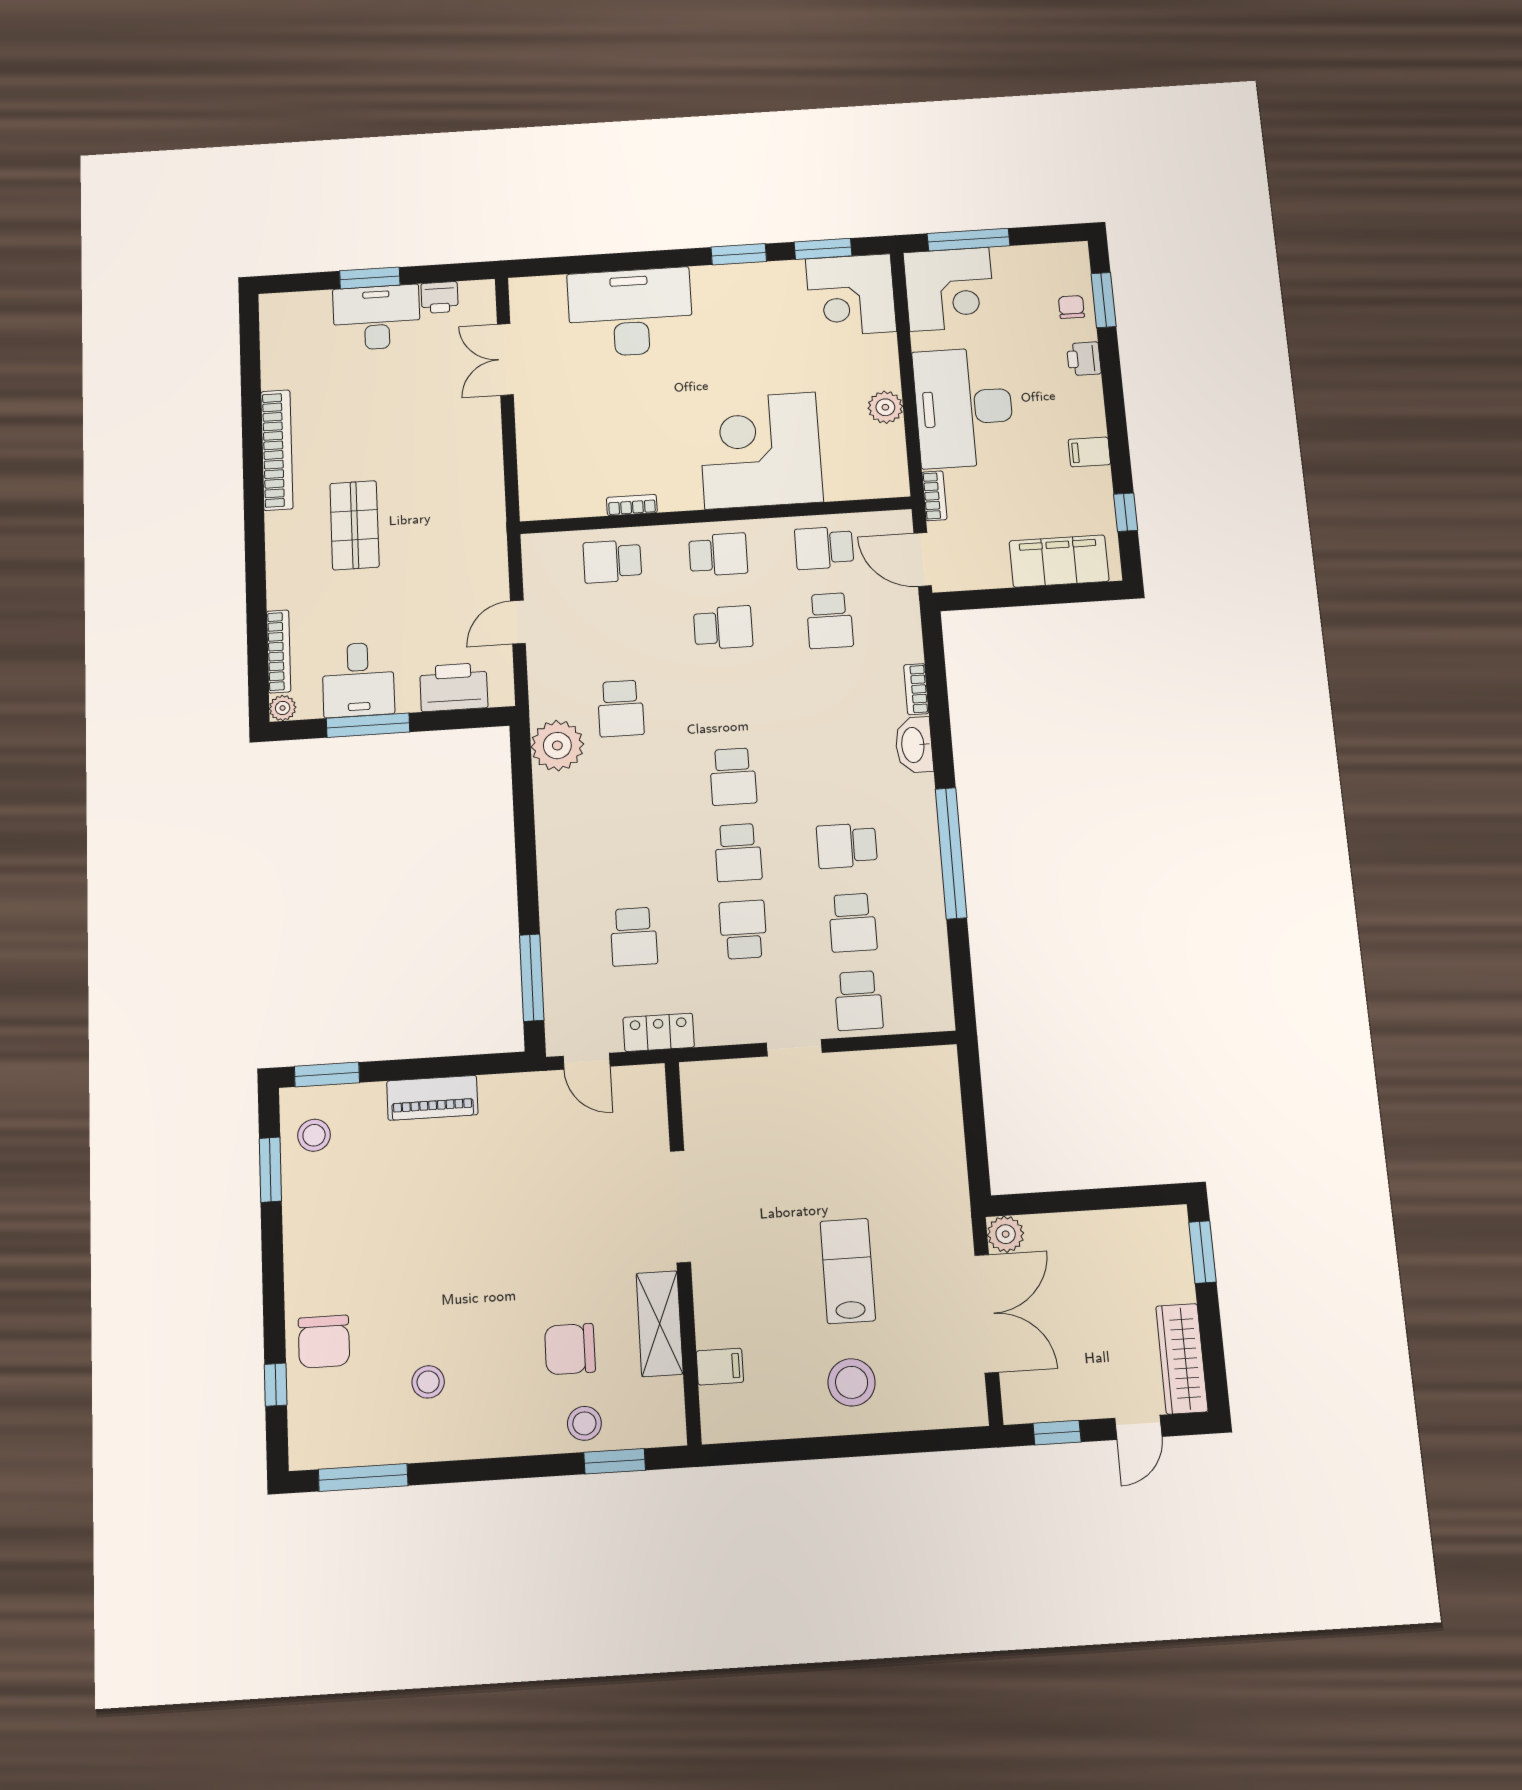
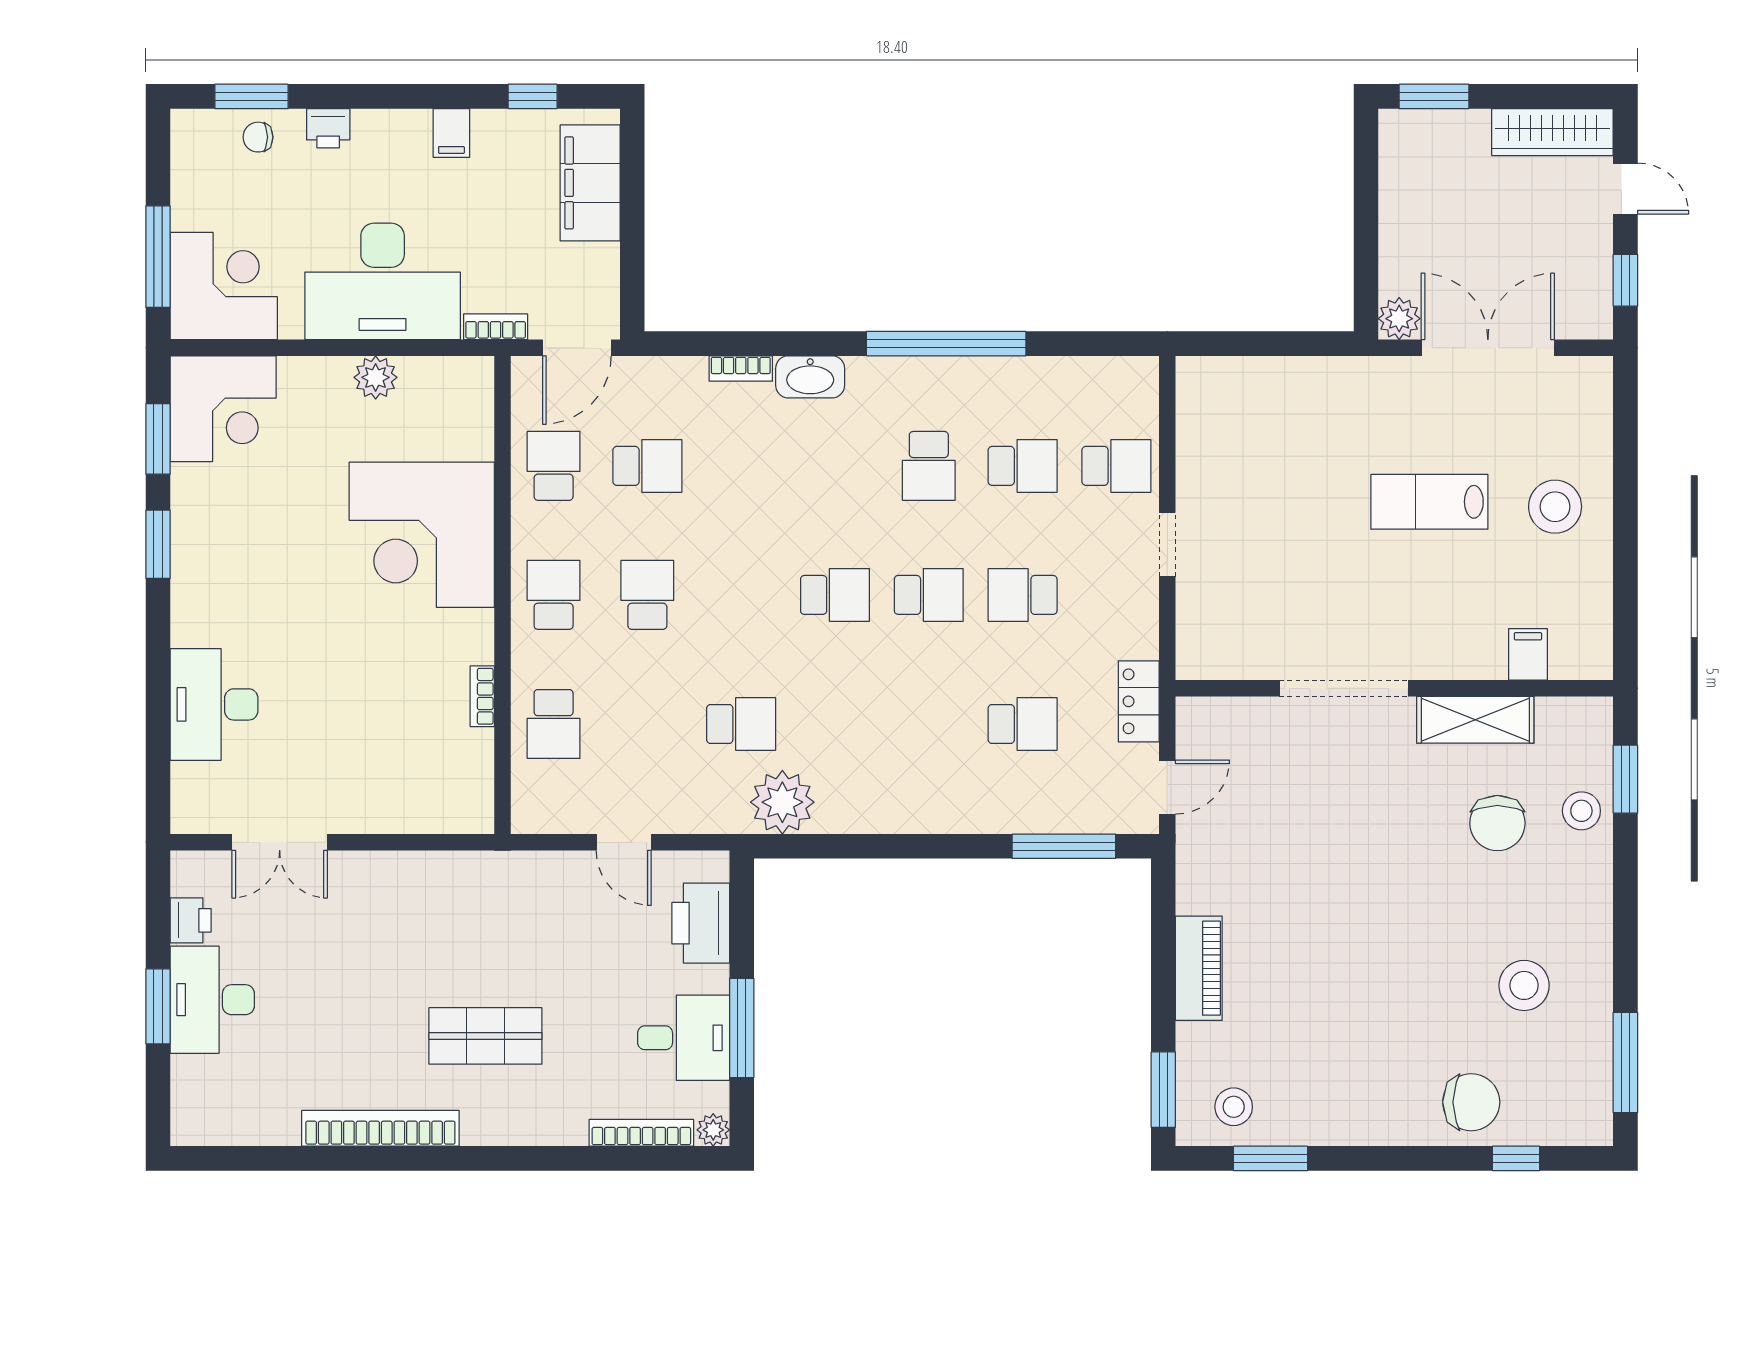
desk: (630, 312) -> (214, 704), width x0.73, depth x0.77
school desk: (824, 548) -> (554, 466), turned 180
stool: (428, 1382) -> (1524, 985), width x1.38, depth x1.38

